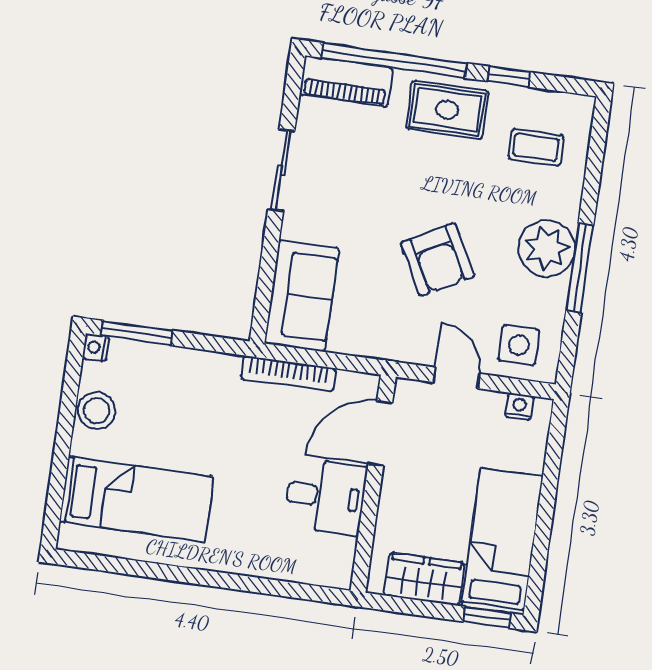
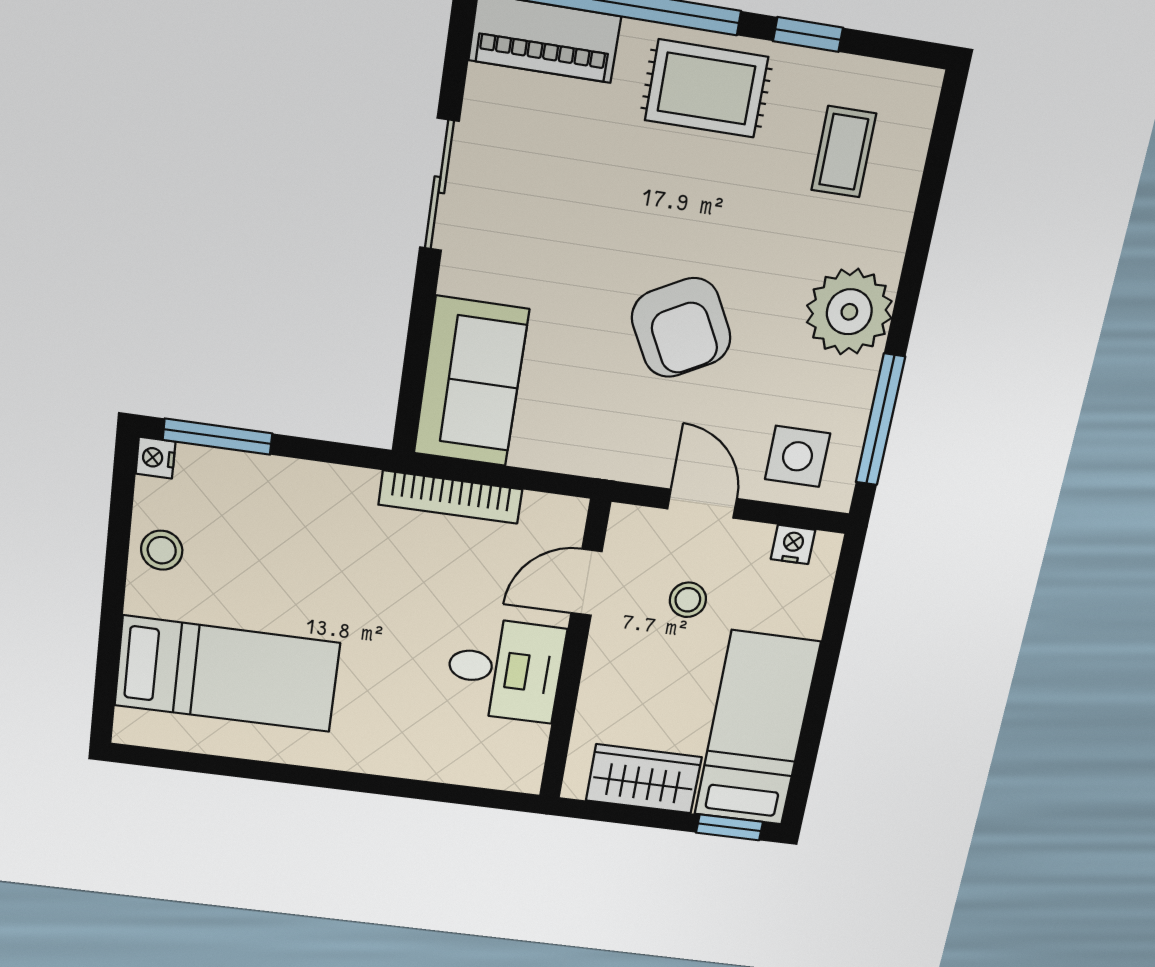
coffee table: (536, 147) -> (844, 152), turned 90
window: (580, 268) -> (880, 420), moved
stool: (97, 411) -> (162, 550), width x0.73, depth x0.73
door: (380, 433) -> (587, 582), width x0.73
stool: (450, 446) -> (688, 600), added

